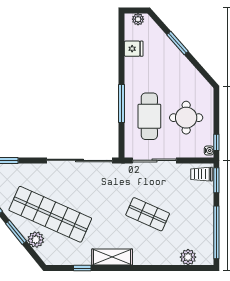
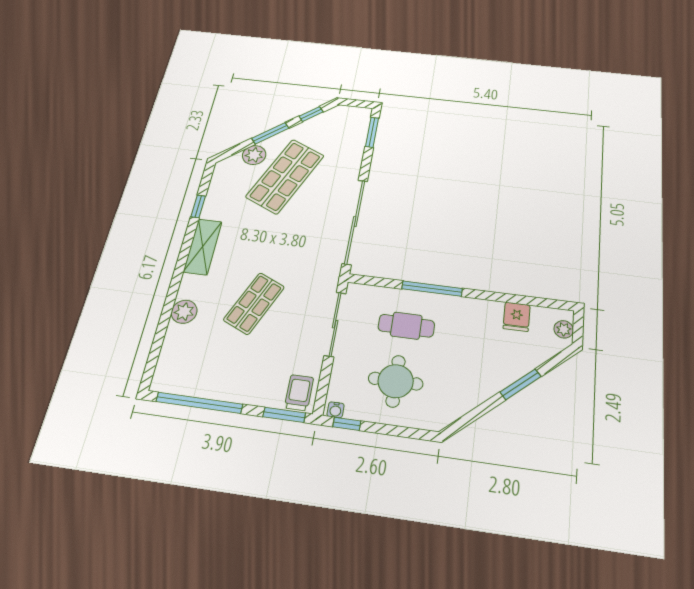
cafe table: (149, 116) -> (406, 326), width x0.73, depth x0.74
shop shelf: (50, 214) -> (285, 176), width x0.71
plant: (188, 257) -> (184, 312), moved

